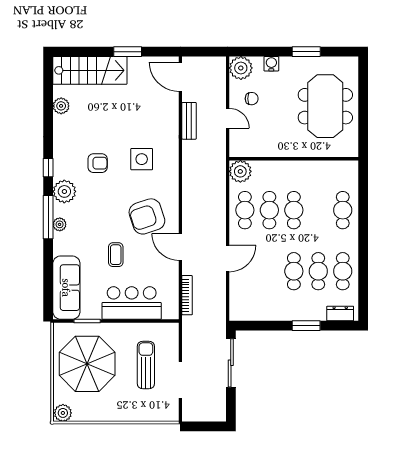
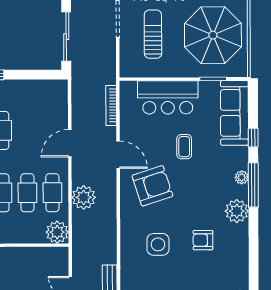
window: (48, 168) -> (253, 138), moved
plant: (214, 205) -> (84, 197), added
sun lounger: (146, 365) -> (153, 34), turned 180

